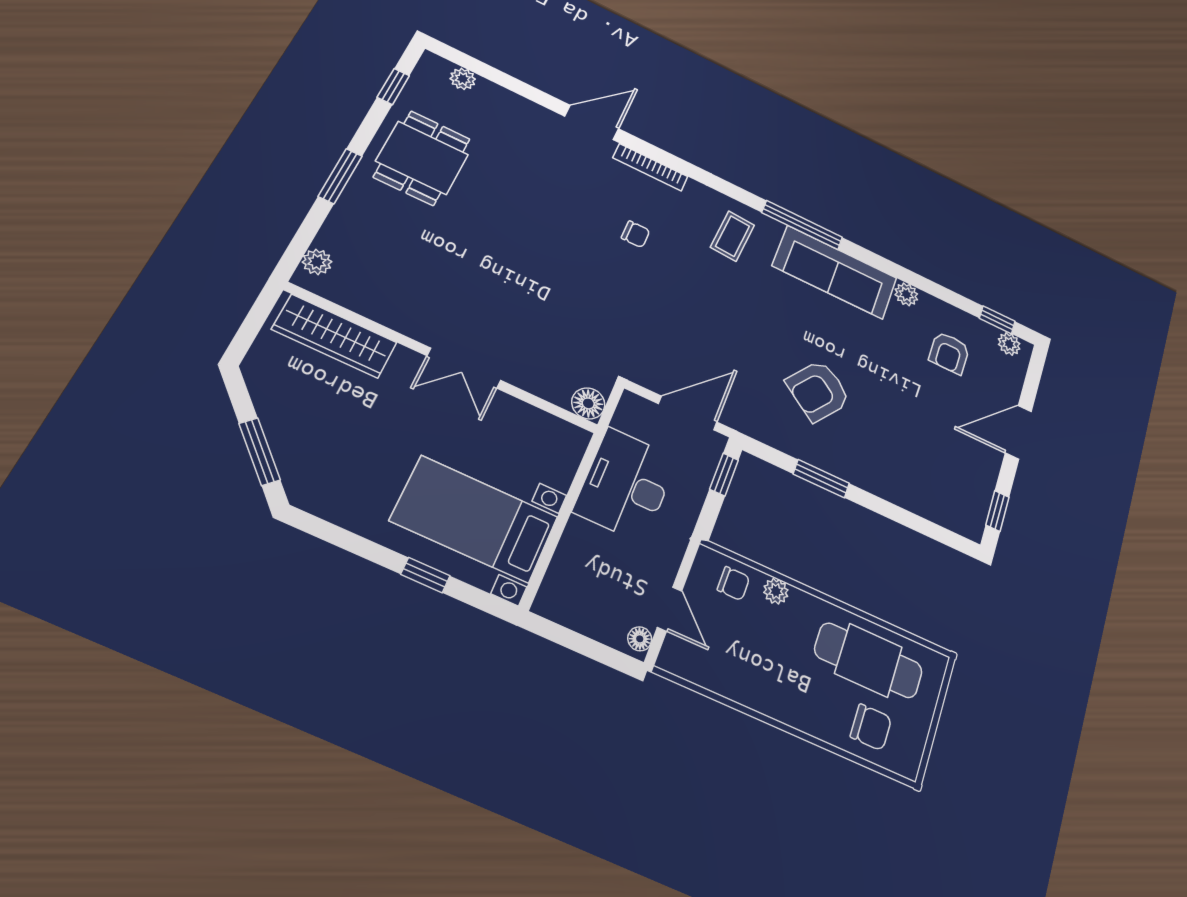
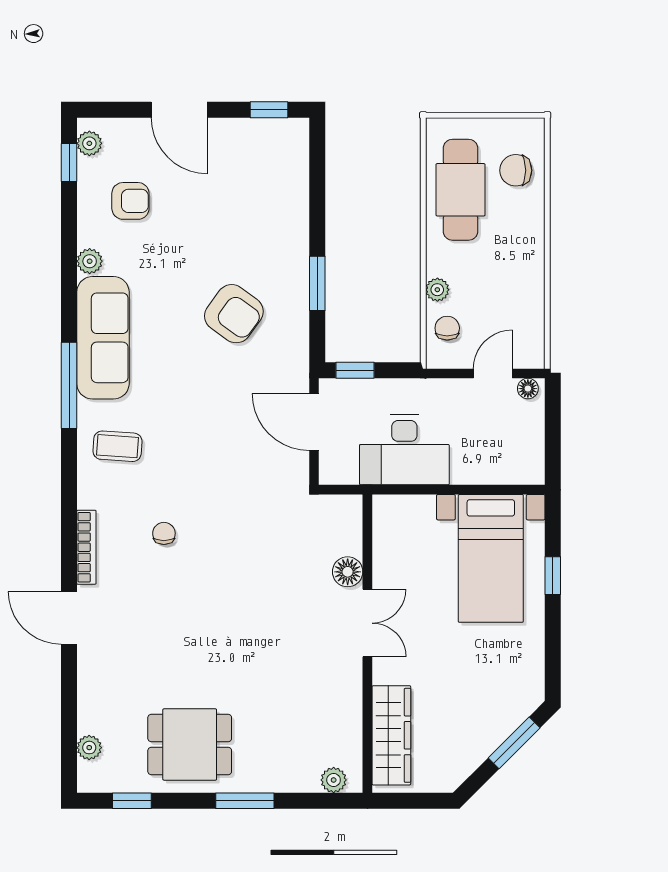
floor lamp: (588, 403) -> (348, 572), moved
chair: (871, 727) -> (516, 170), turned -90

